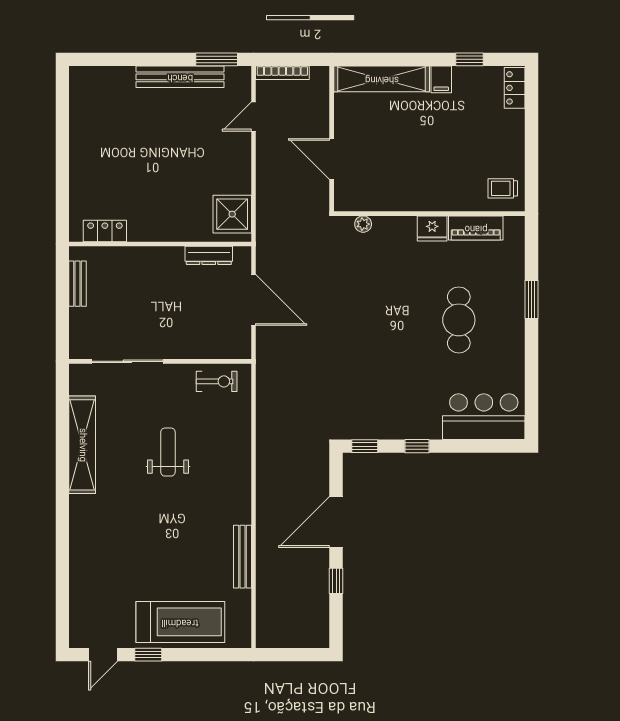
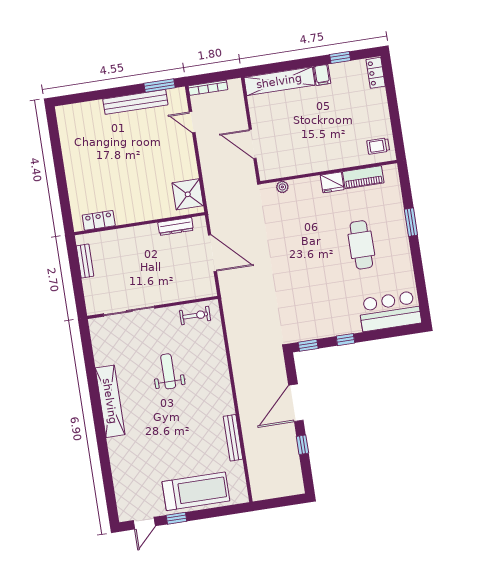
door: (253, 116) -> (192, 122), hinge flipped
shelving: (82, 445) -> (110, 401), moved

